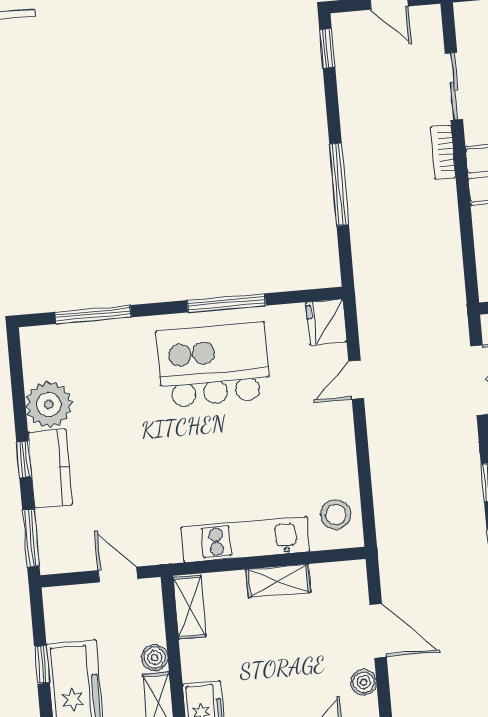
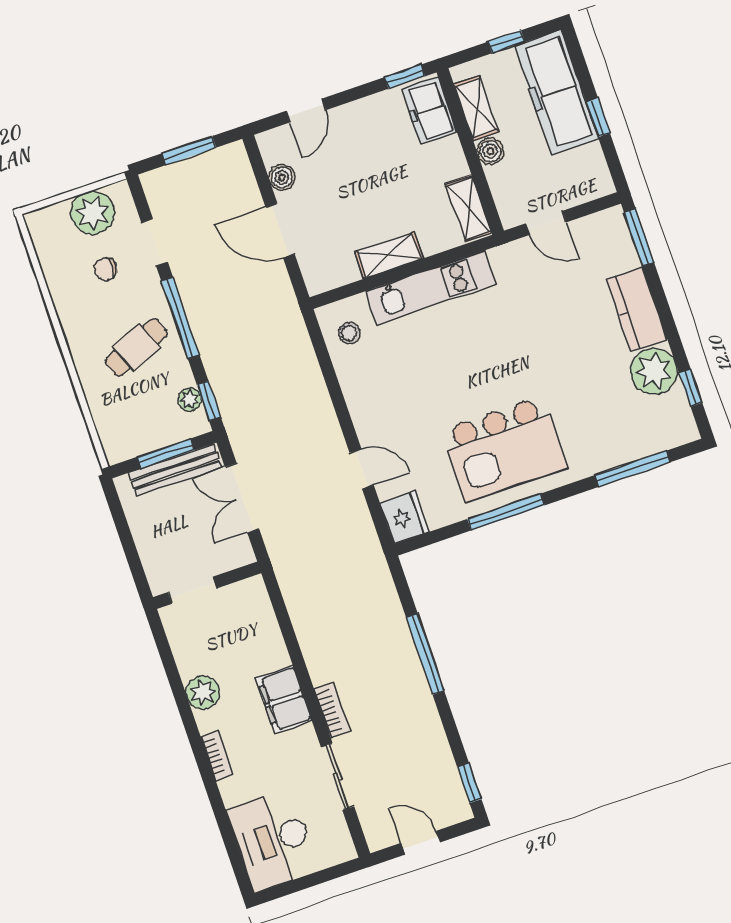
door: (356, 380) -> (362, 469), hinge flipped
window: (24, 459) -> (691, 388), moved
stool: (336, 515) -> (349, 333), width x0.73, depth x0.73

